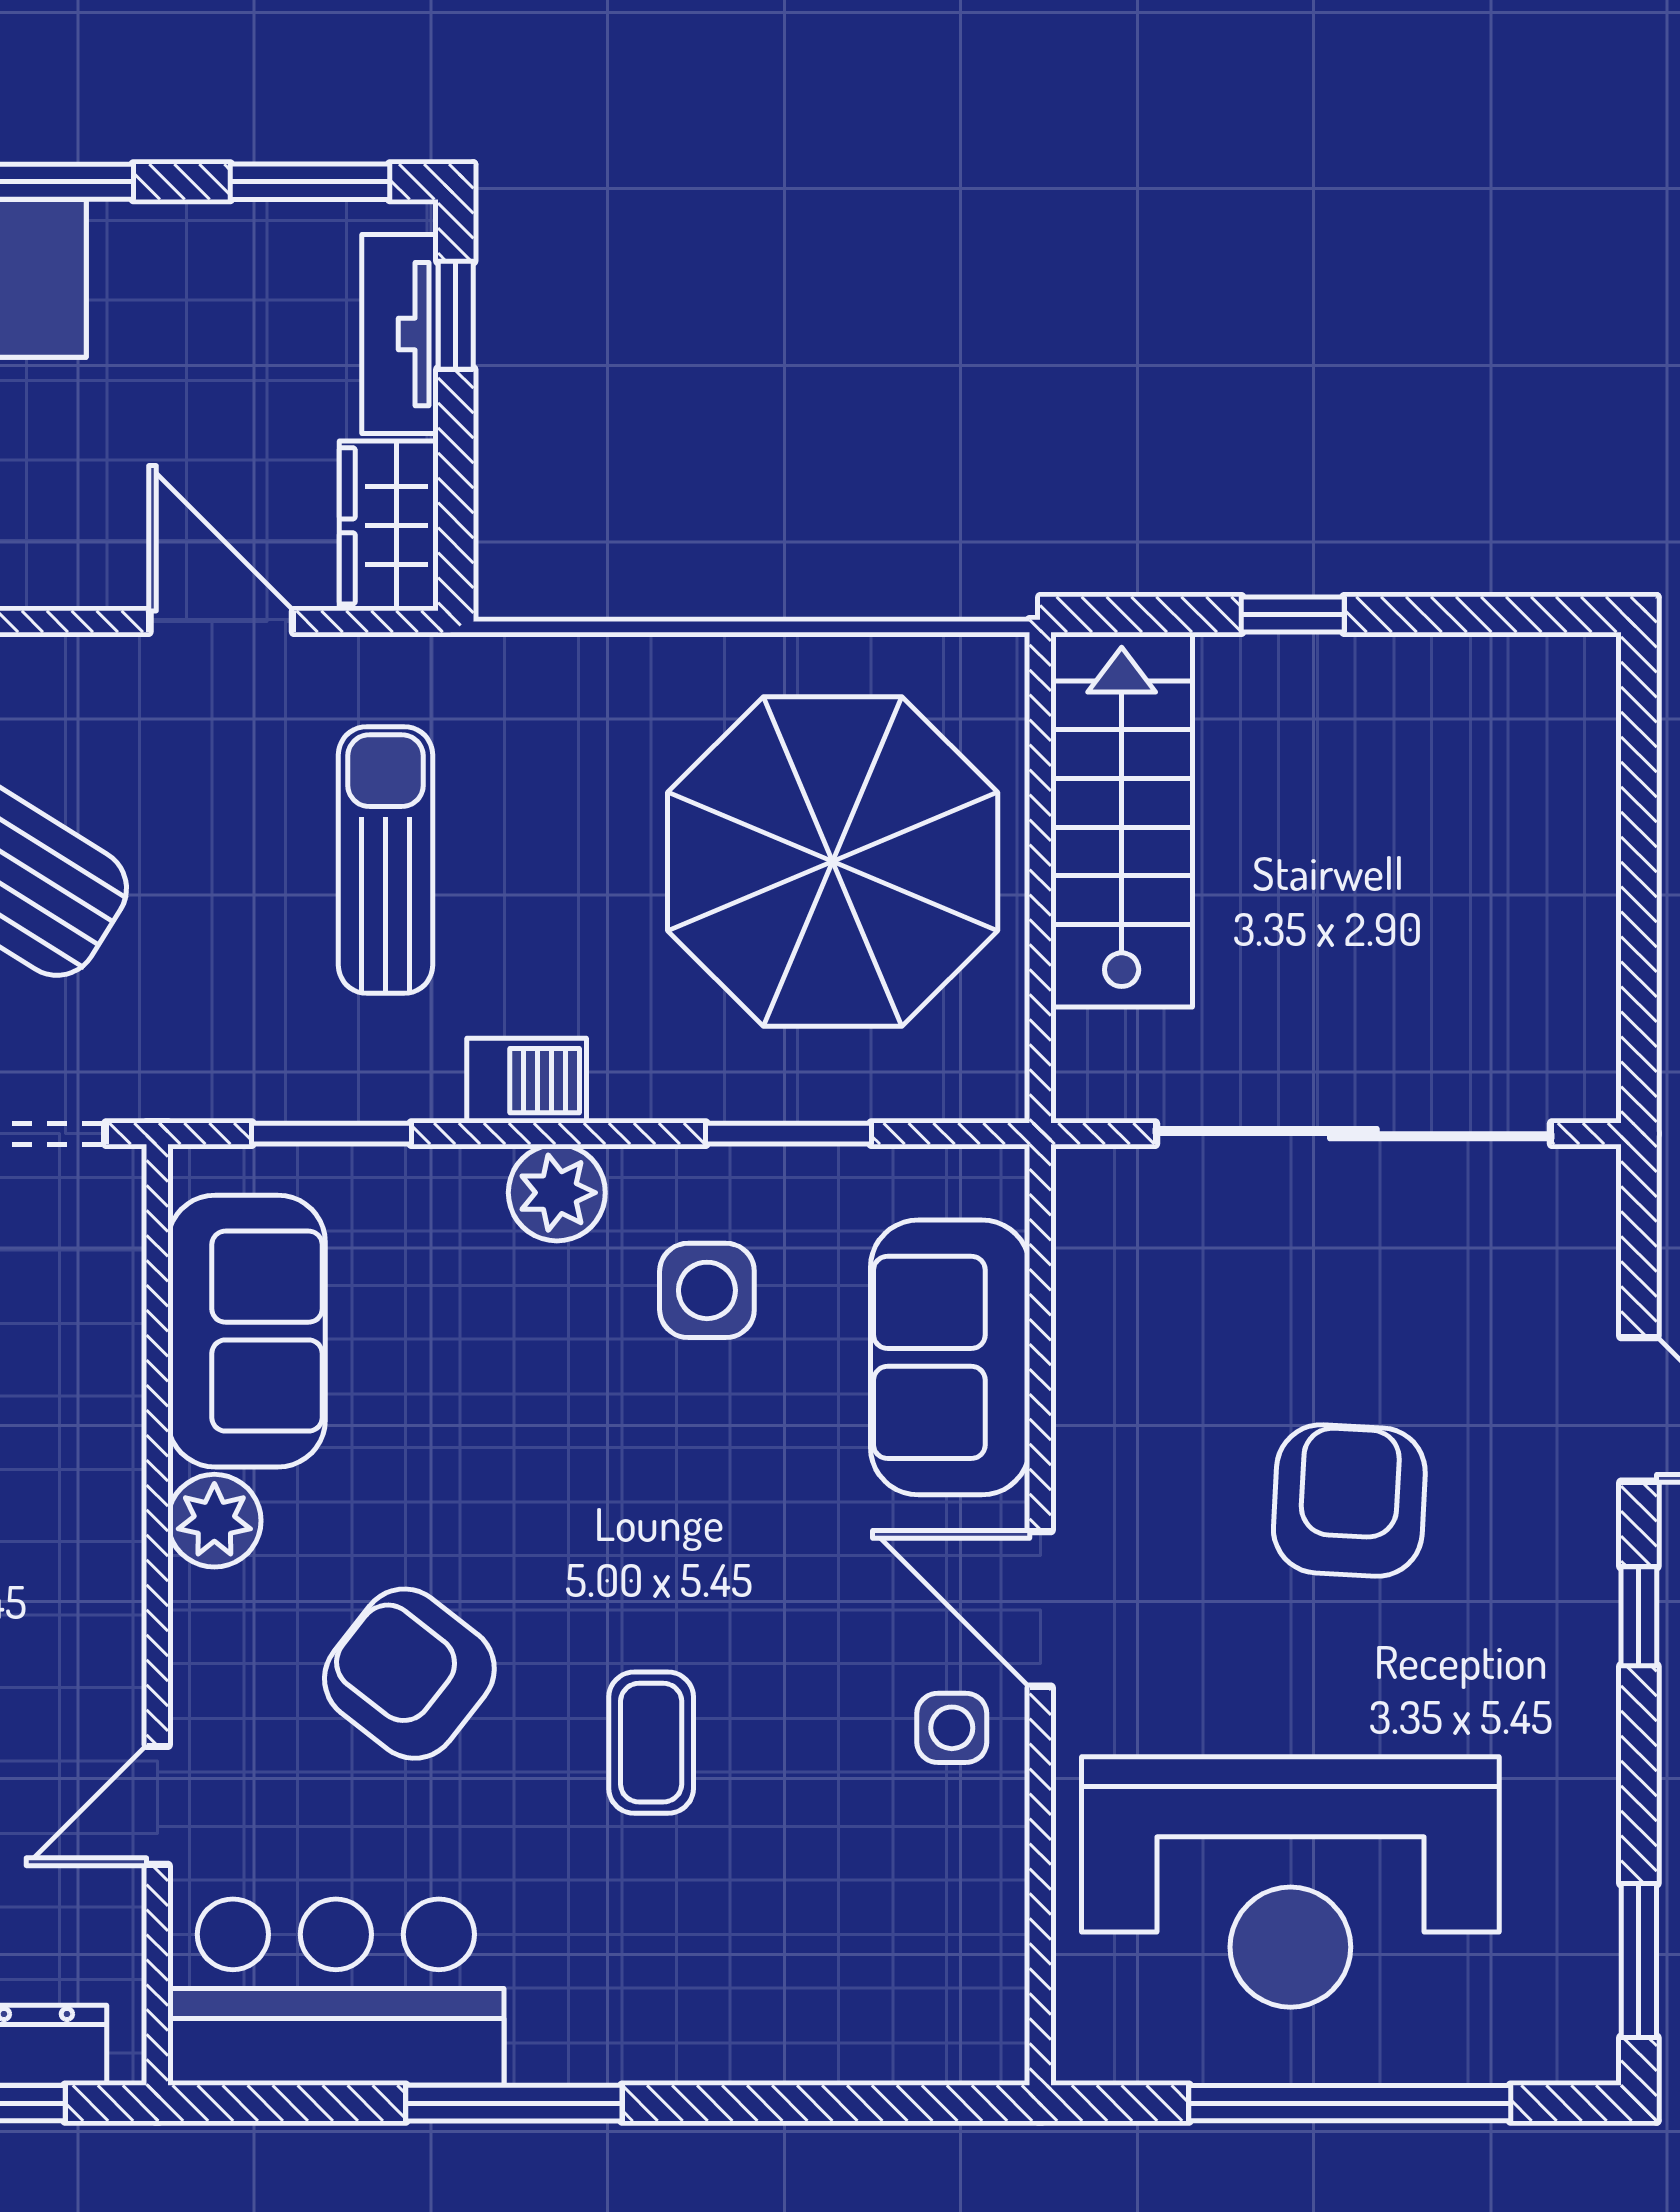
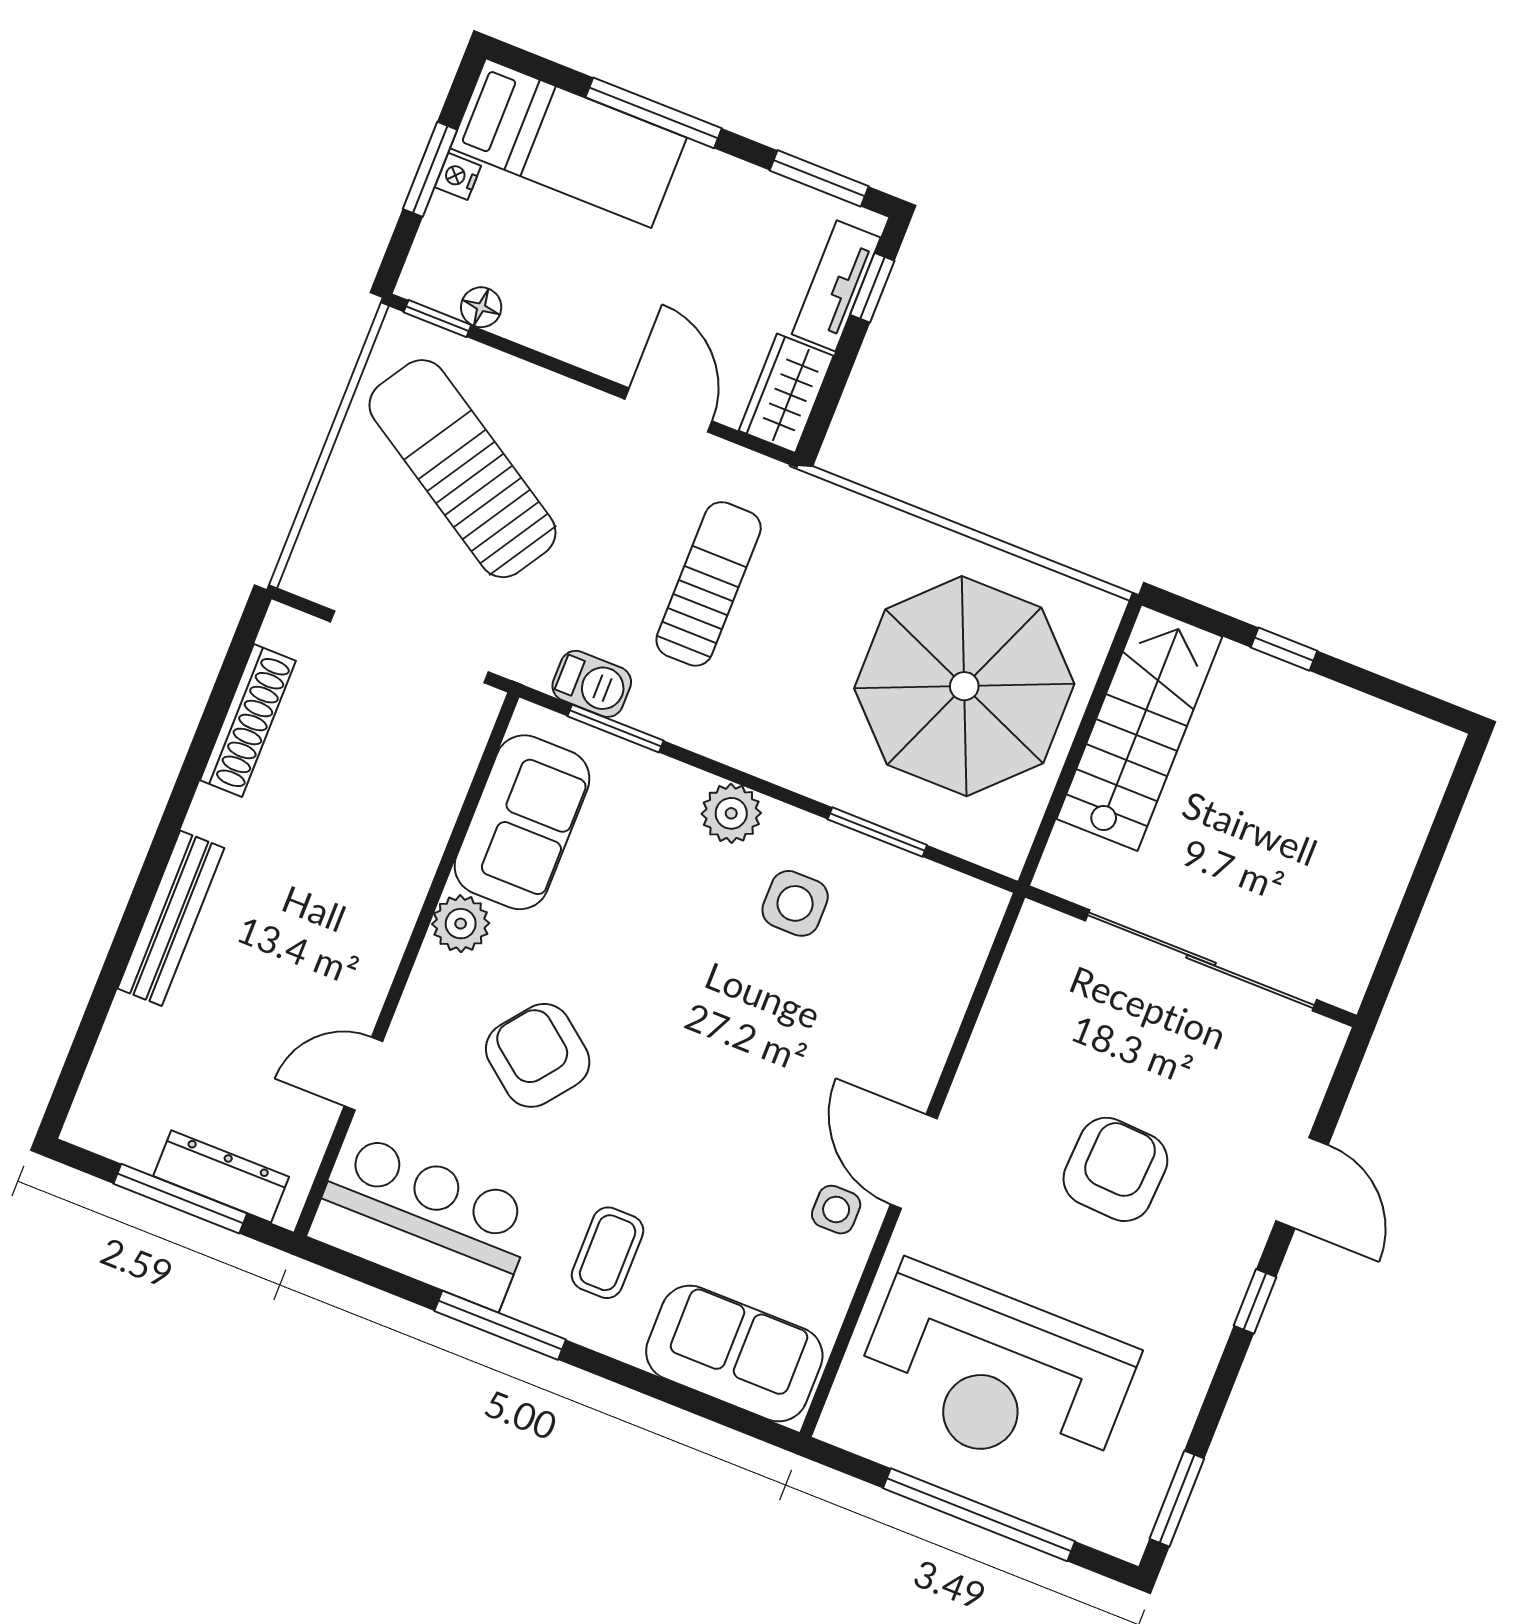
barbecue: (527, 1081) -> (592, 684), moved
sofa: (950, 1357) -> (734, 1354), moved, turned 90
coffee table: (651, 1743) -> (608, 1253), moved

